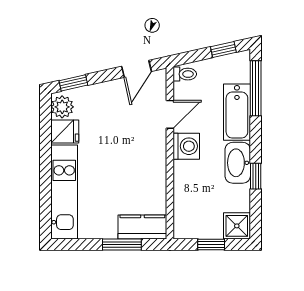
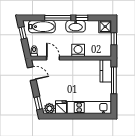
window: (256, 88) -> (58, 18), moved
bathtub: (237, 112) -> (42, 27), moved
washing machine: (186, 146) -> (78, 50), moved
window: (122, 244) -> (114, 80), width x1.44

